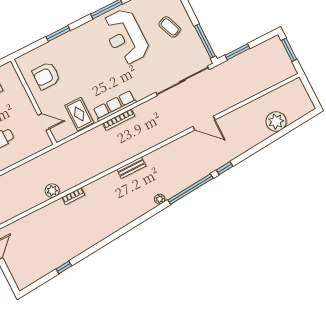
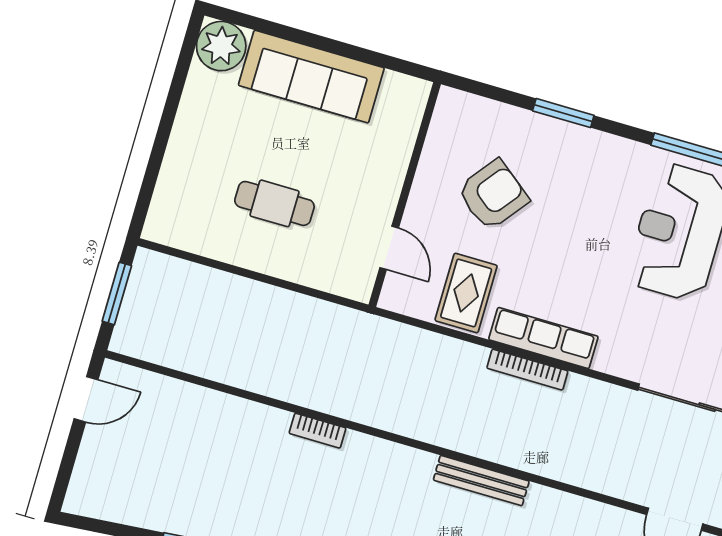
armchair: (46, 76) -> (493, 195), moved, turned 128
bench: (131, 168) -> (481, 481), width x1.36
plant: (52, 191) -> (289, 385), removed

